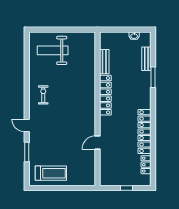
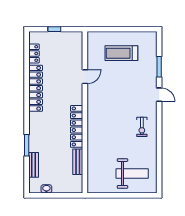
treadmill: (51, 173) -> (121, 53), moved

